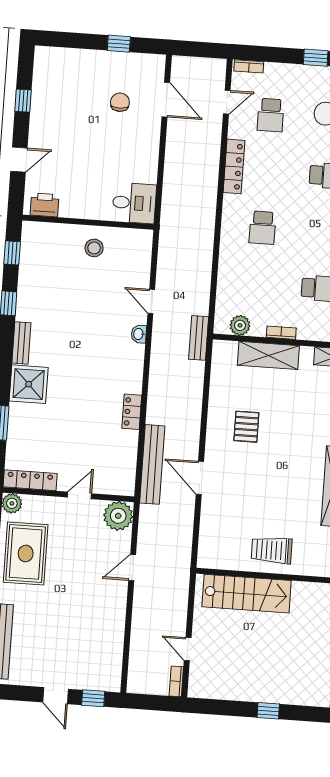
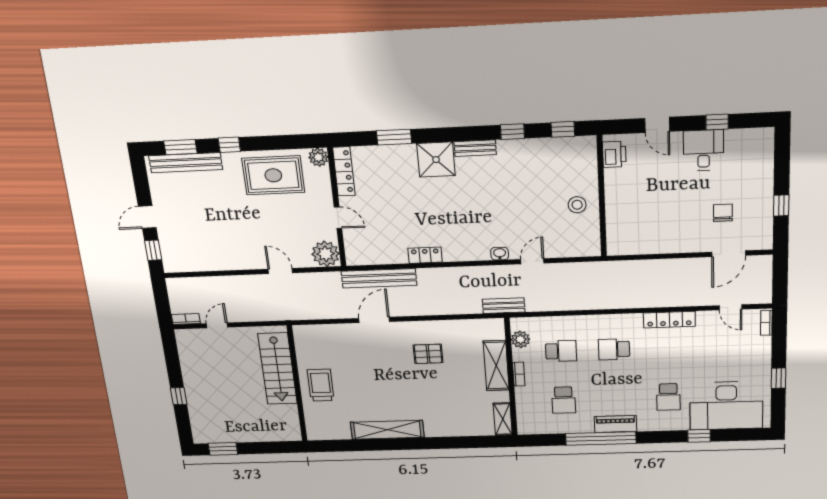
chair: (120, 102) -> (723, 213), turned -90
school desk: (271, 115) -> (561, 351), moved, turned 180
desk: (134, 203) -> (704, 150), moved, turned 180

